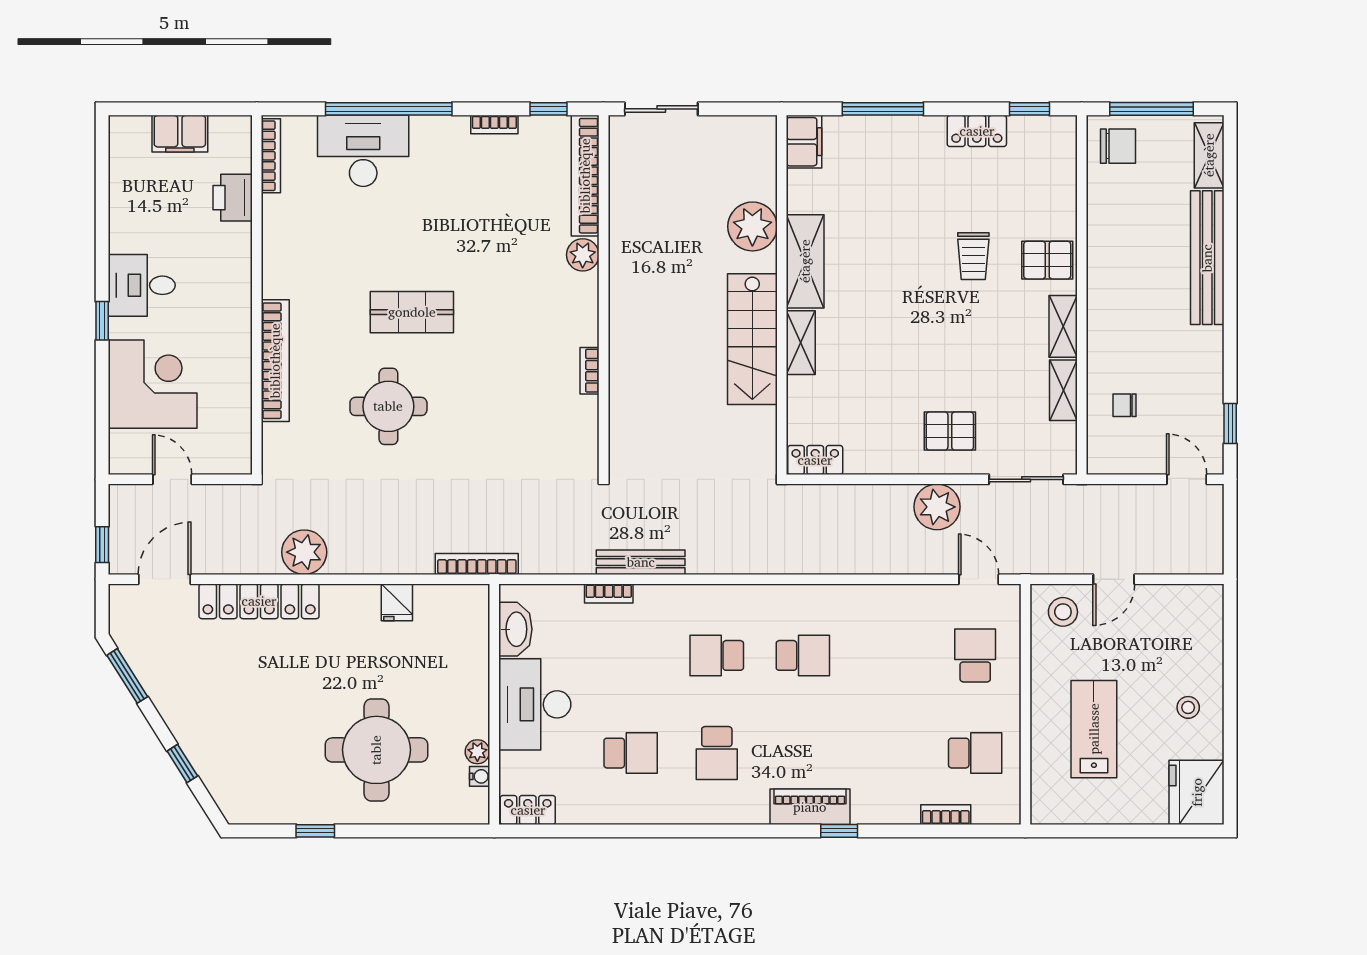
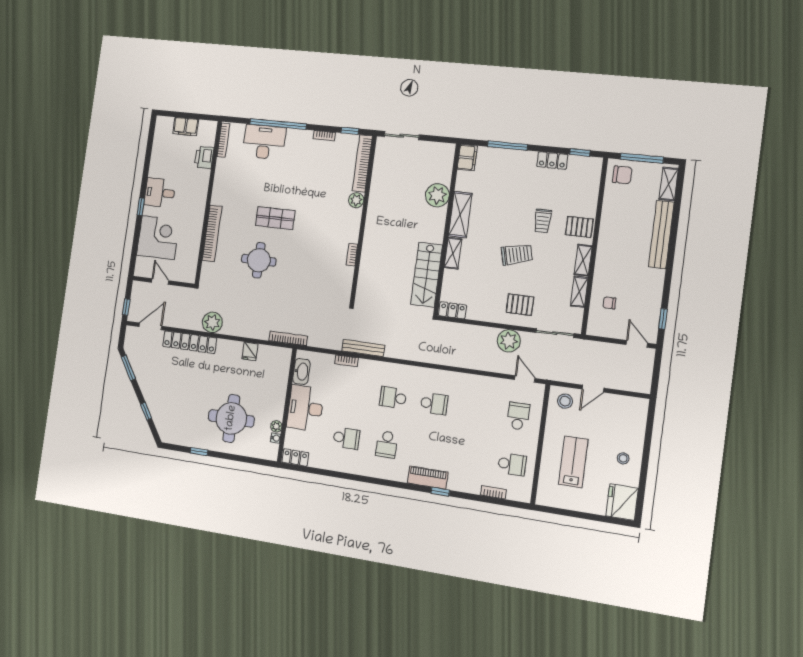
trolley: (931, 330) -> (517, 254), added
stairs: (752, 339) -> (427, 275), moved

